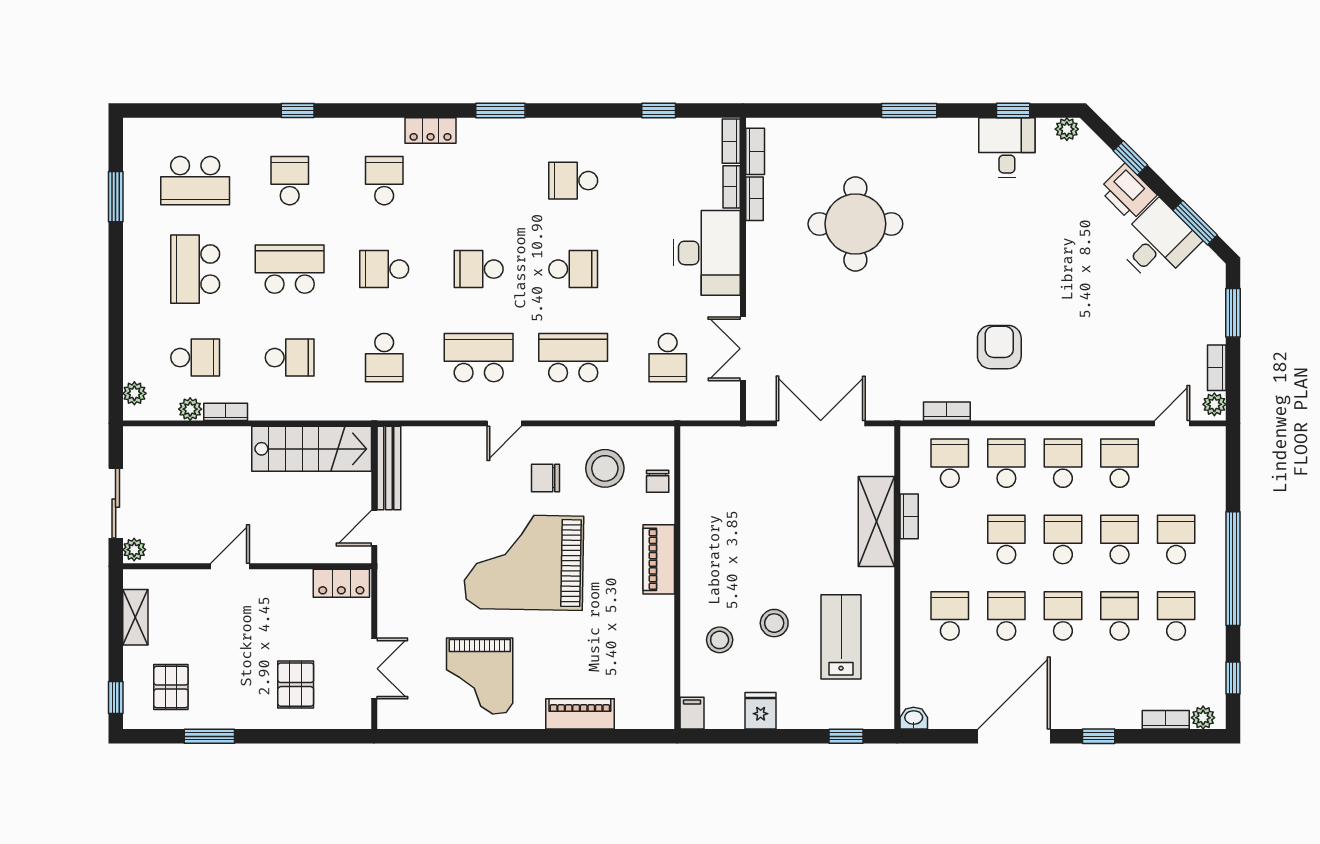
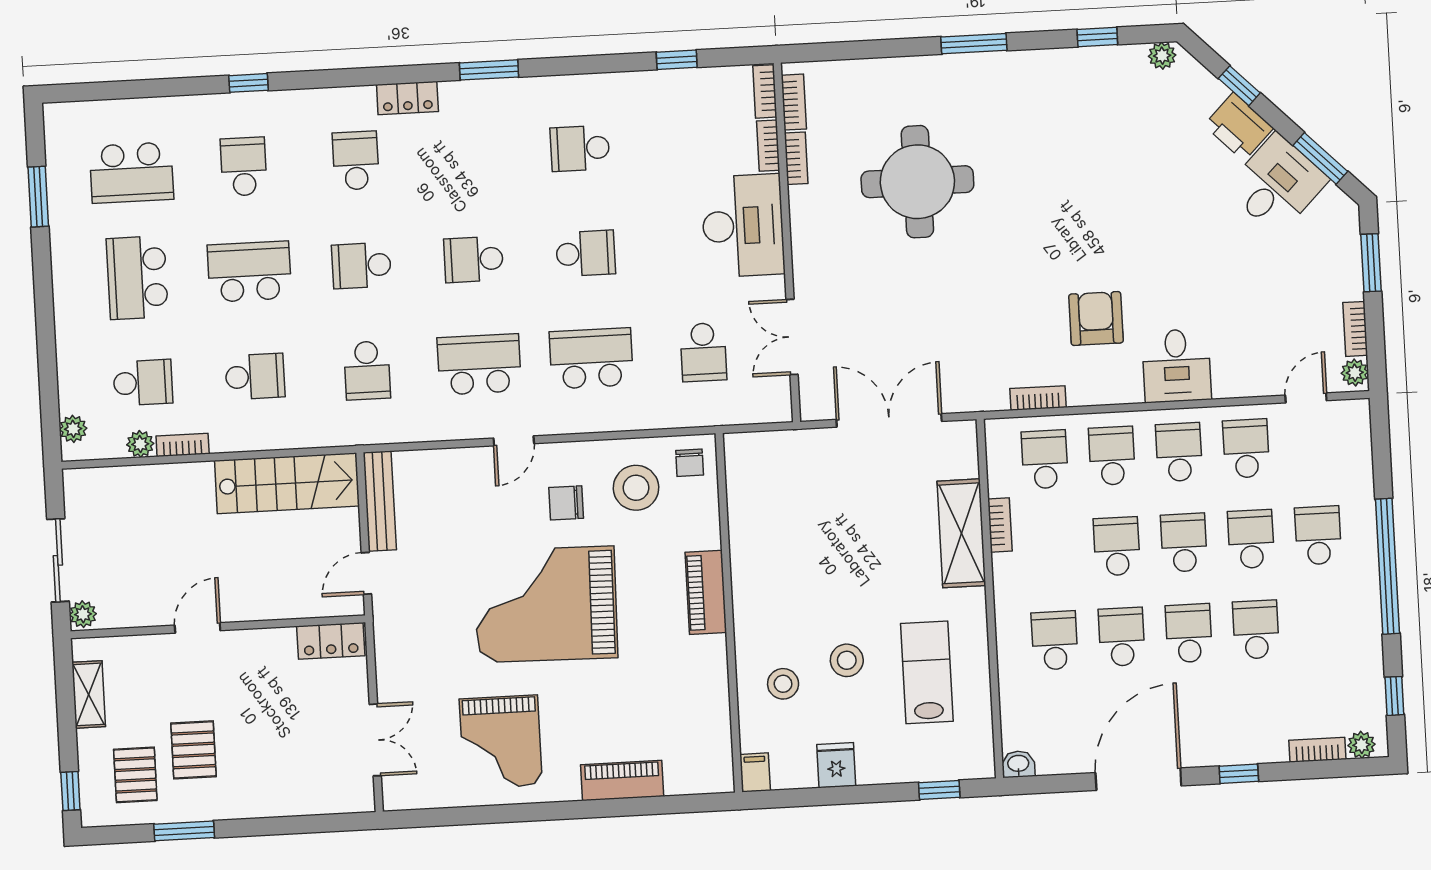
desk: (1007, 148) -> (1177, 366), moved, turned 180
chair: (658, 481) -> (690, 463), moved
school desk: (1176, 616) -> (1323, 626), removed
pallet: (296, 685) -> (193, 750), moved

